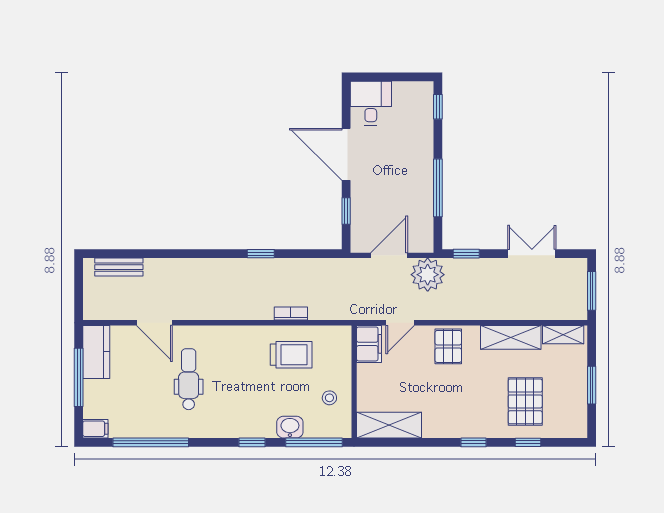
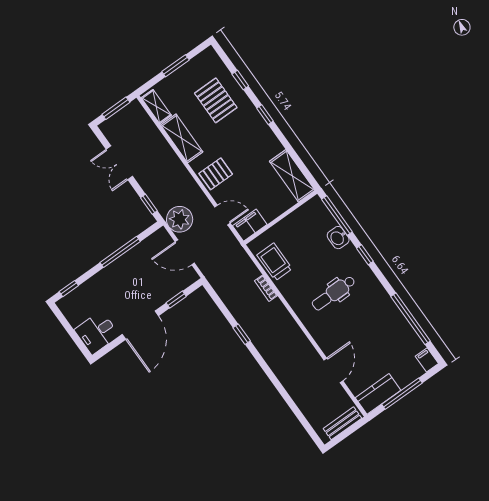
bench: (119, 267) -> (342, 423), moved, turned 90
trolley: (291, 355) -> (275, 262), moved
dental chair: (189, 379) -> (334, 293), moved
stool: (329, 398) -> (302, 226), removed
pallet: (525, 401) -> (216, 100), turned 90

